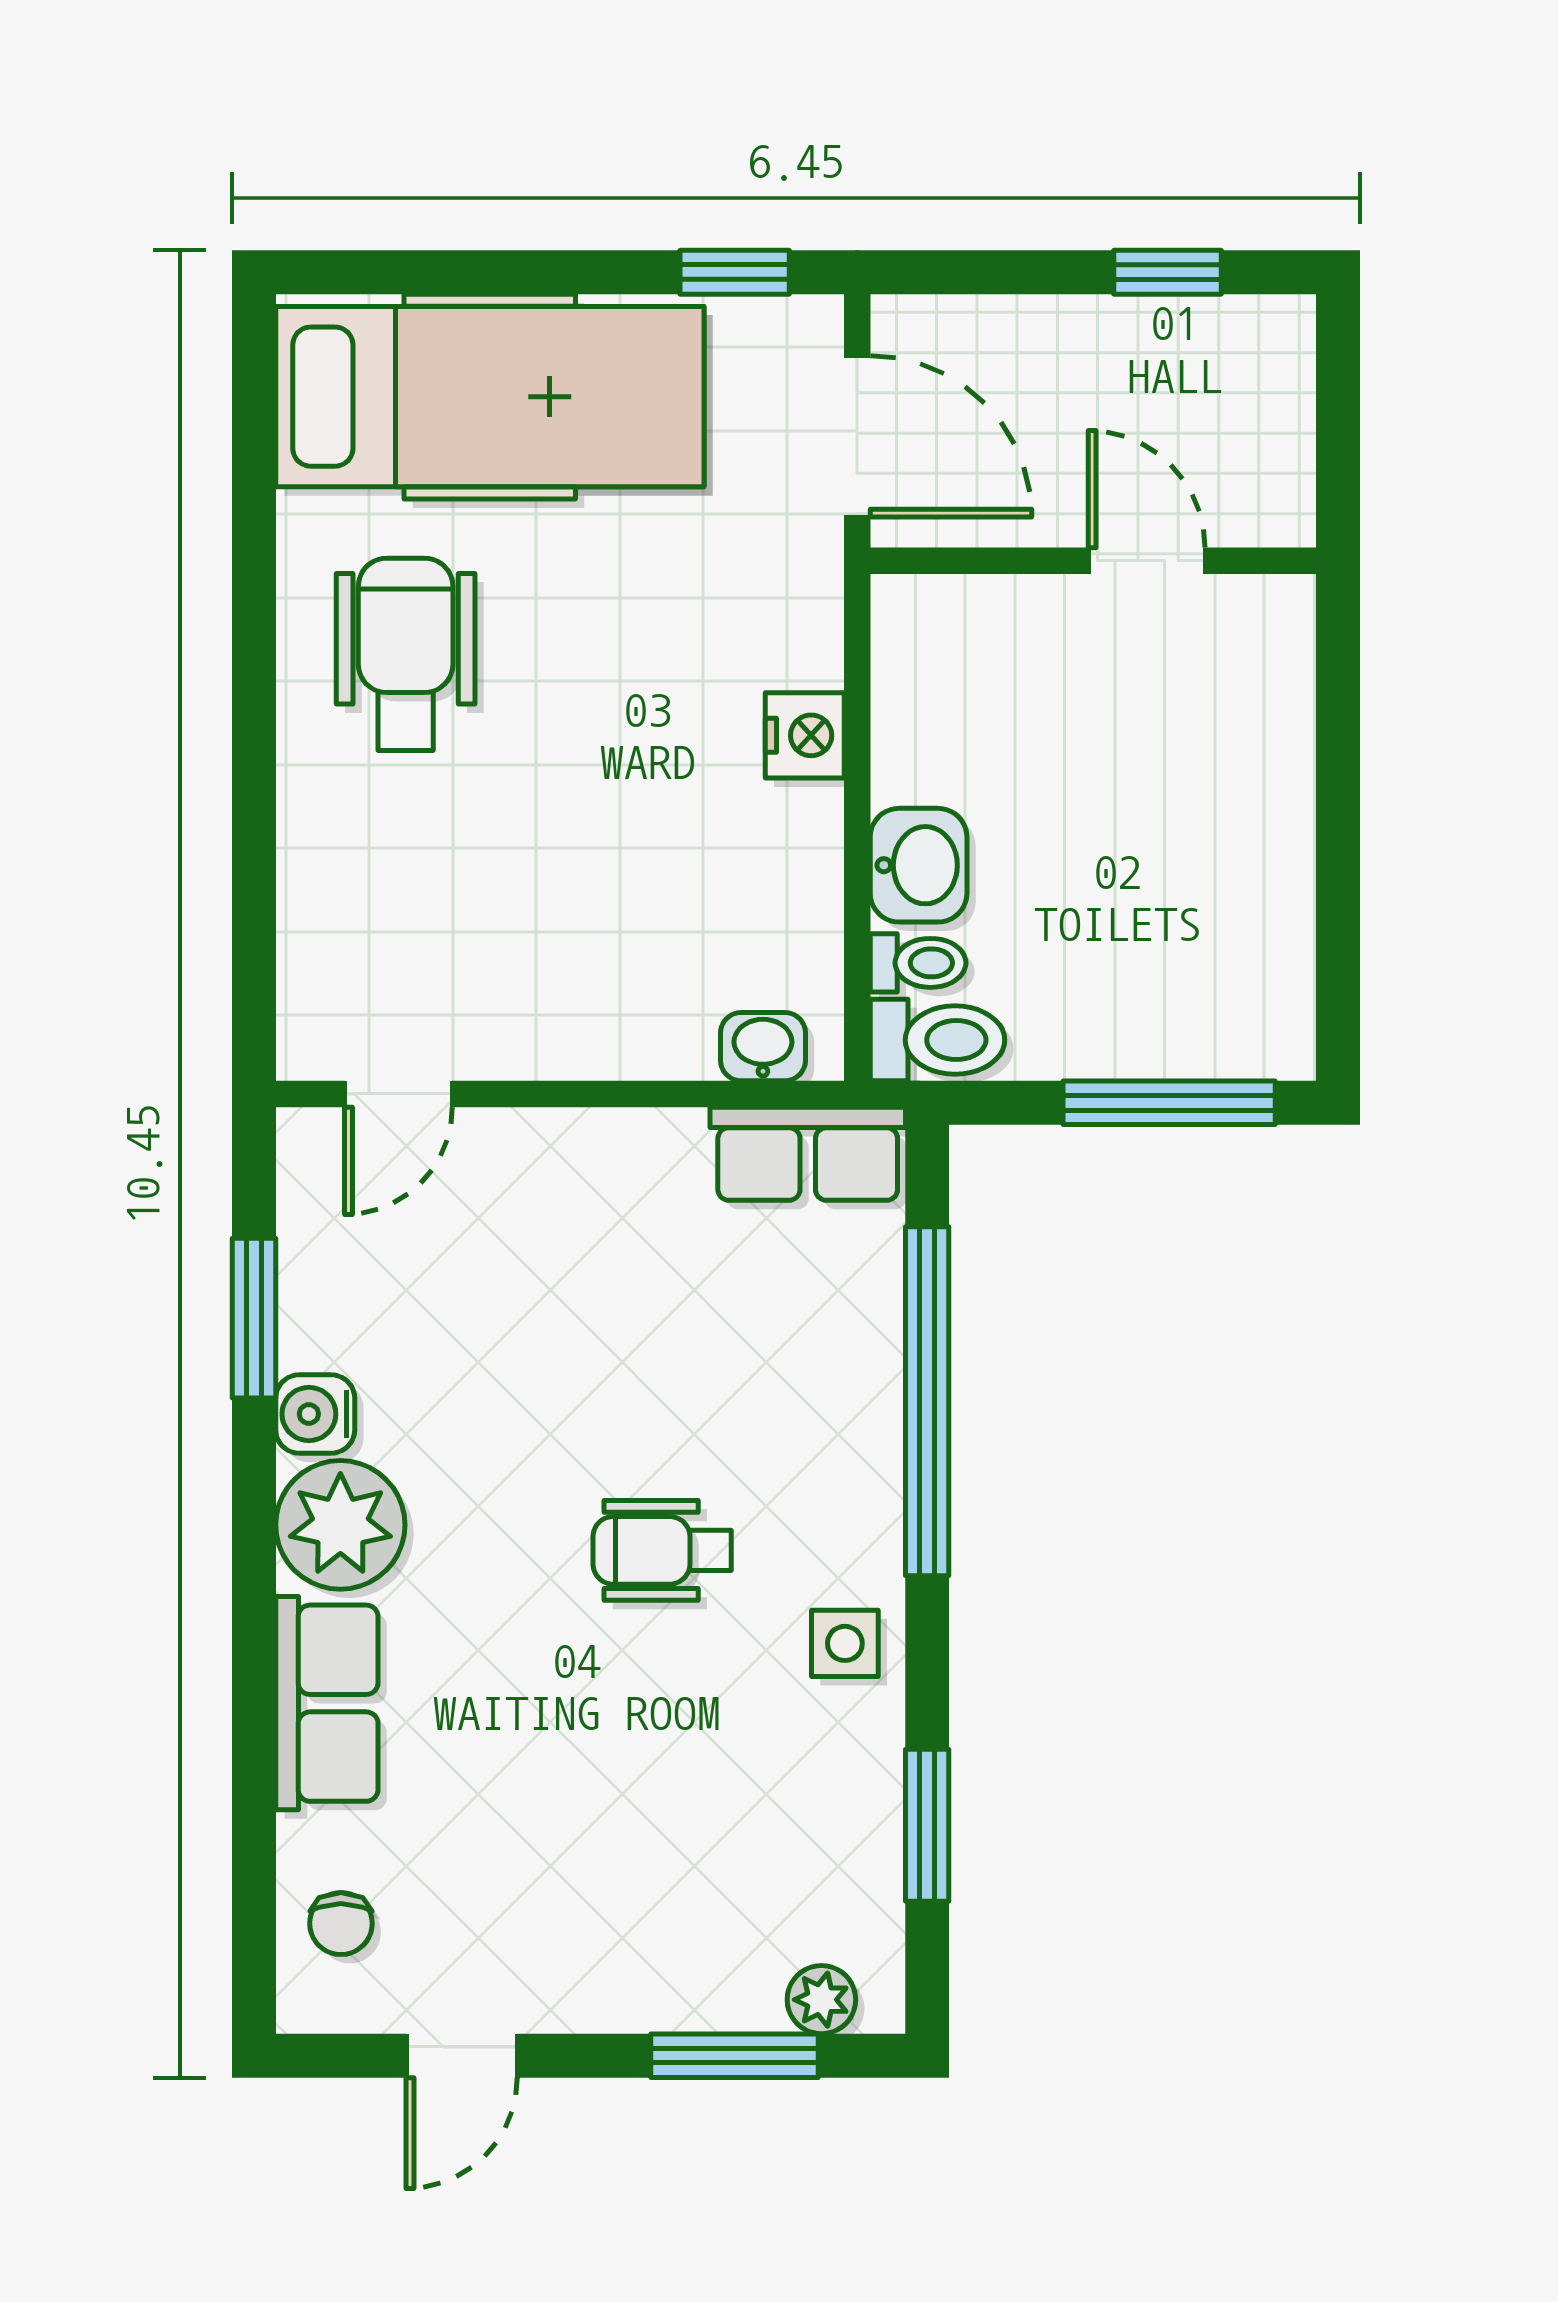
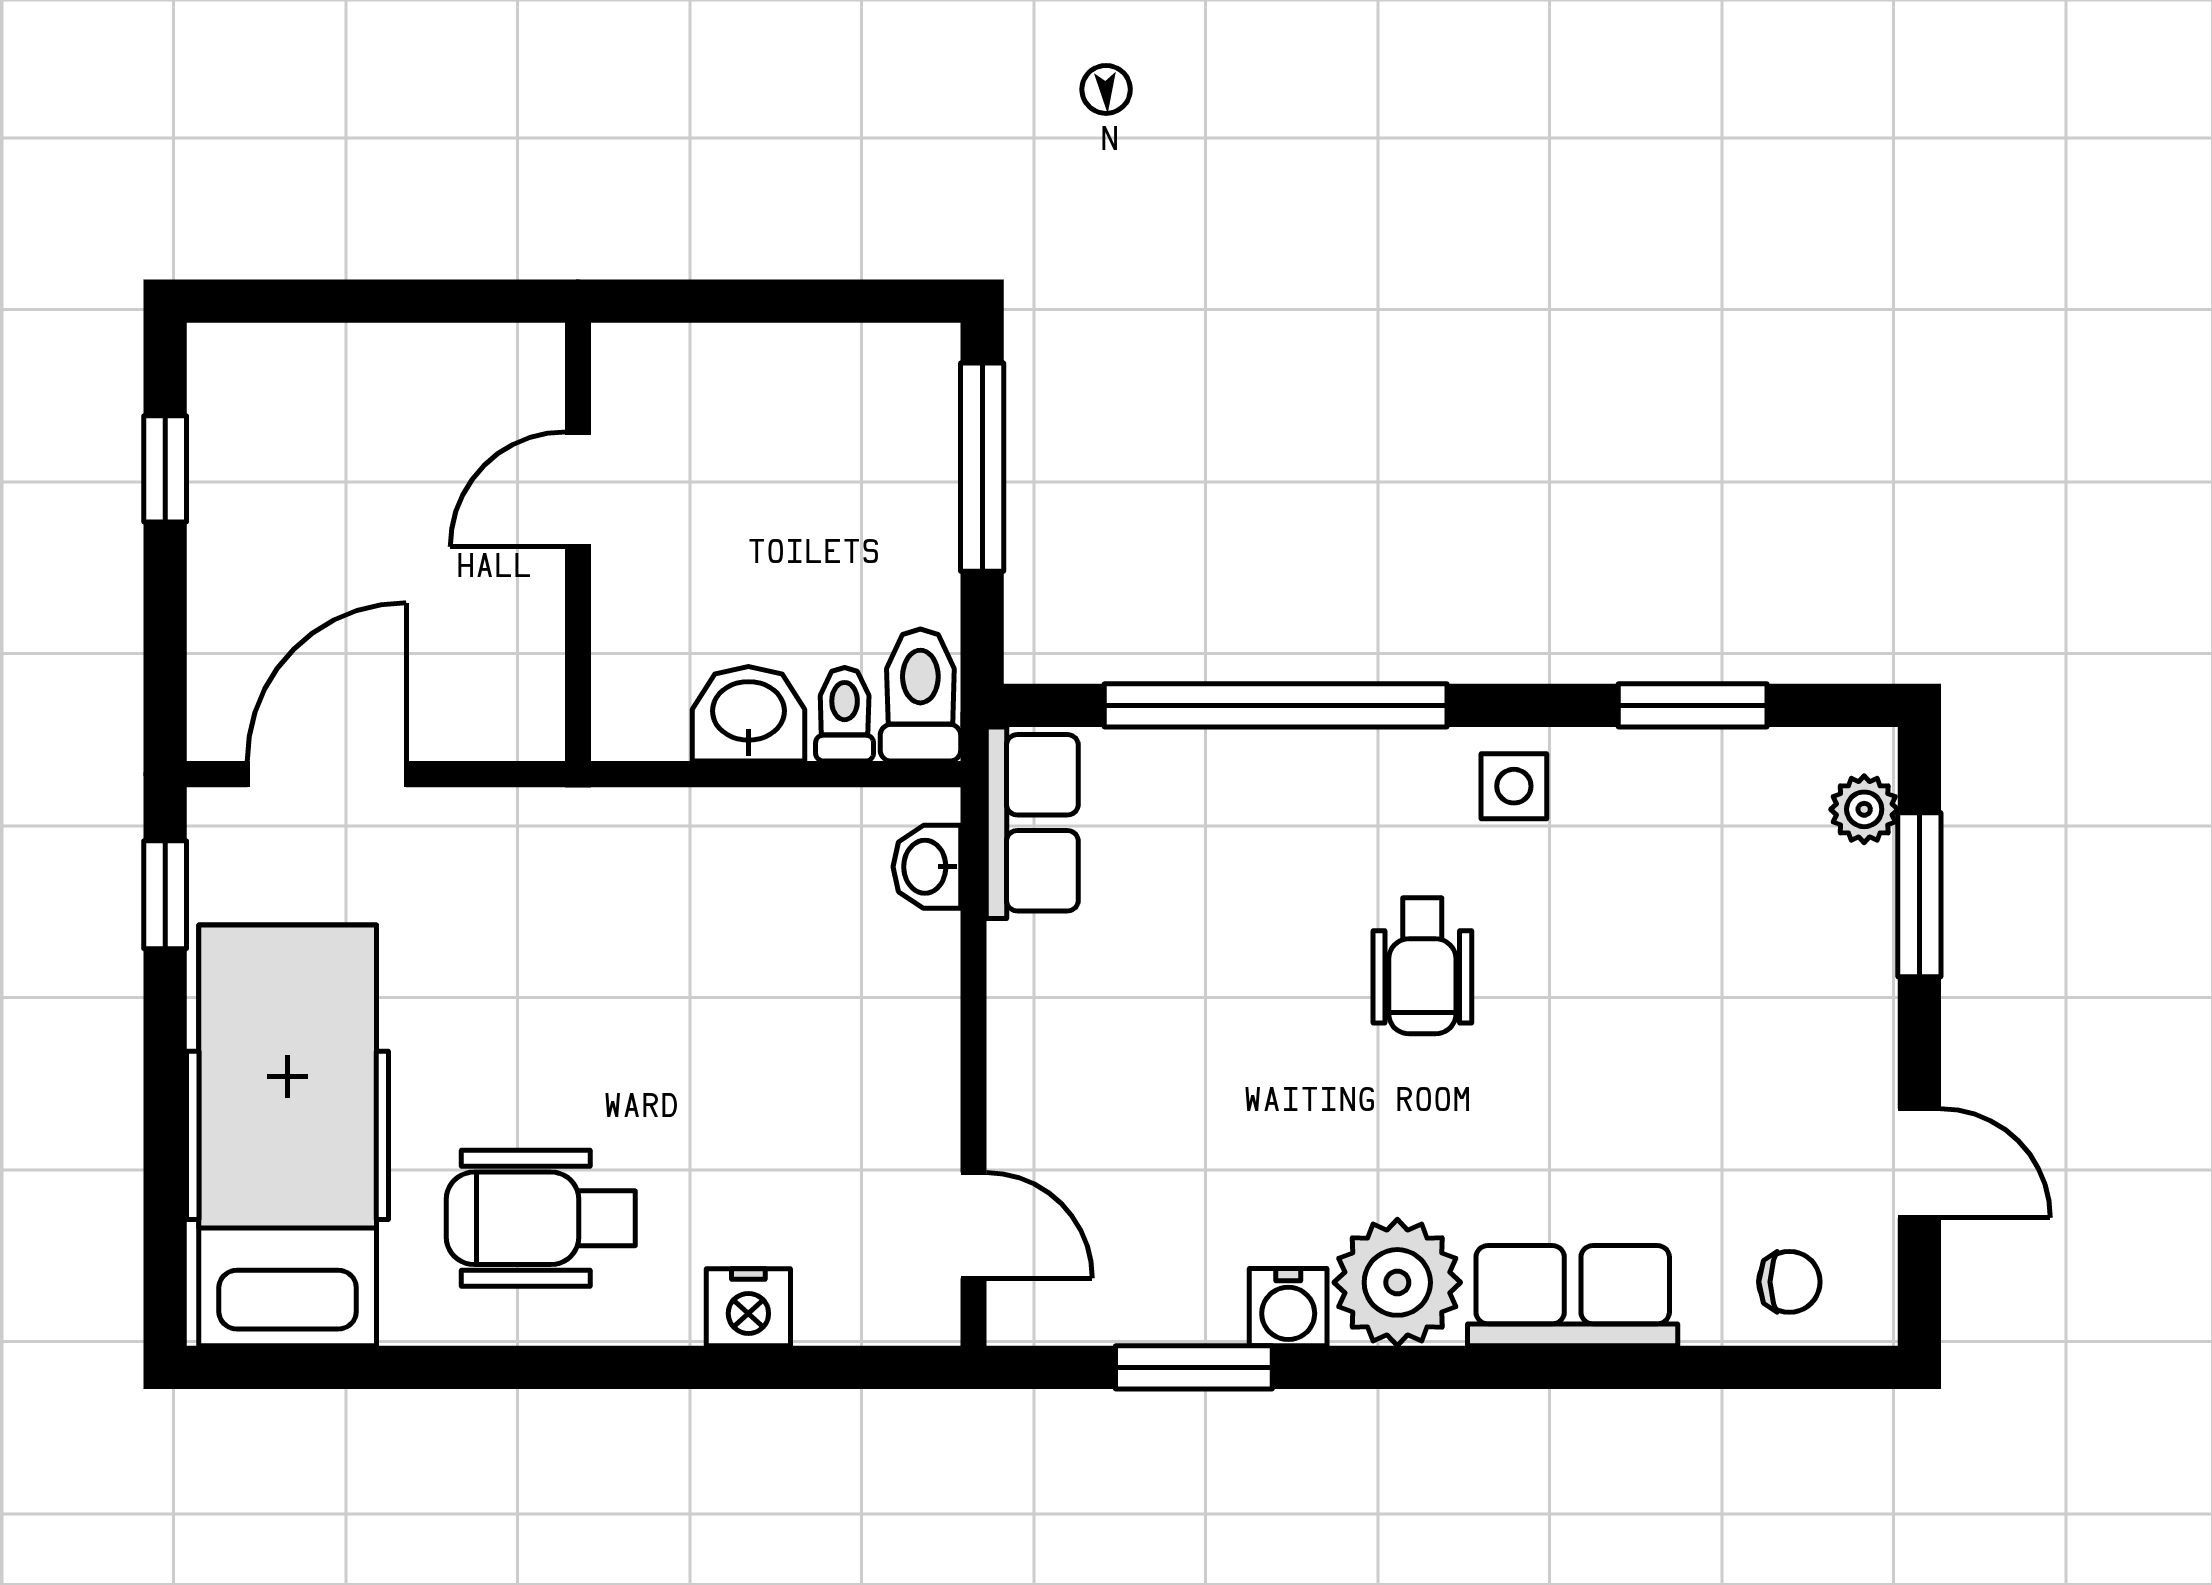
wall: (1093, 561) -> (578, 542), moved
door: (1147, 561) -> (578, 489), moved
nightstand: (805, 735) -> (748, 1307), moved, turned 180

